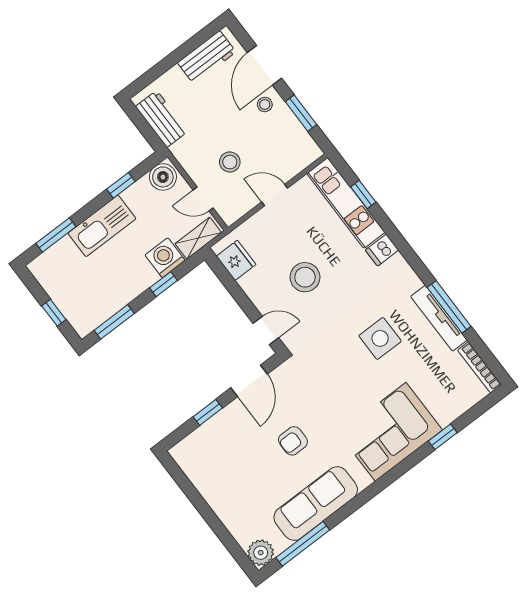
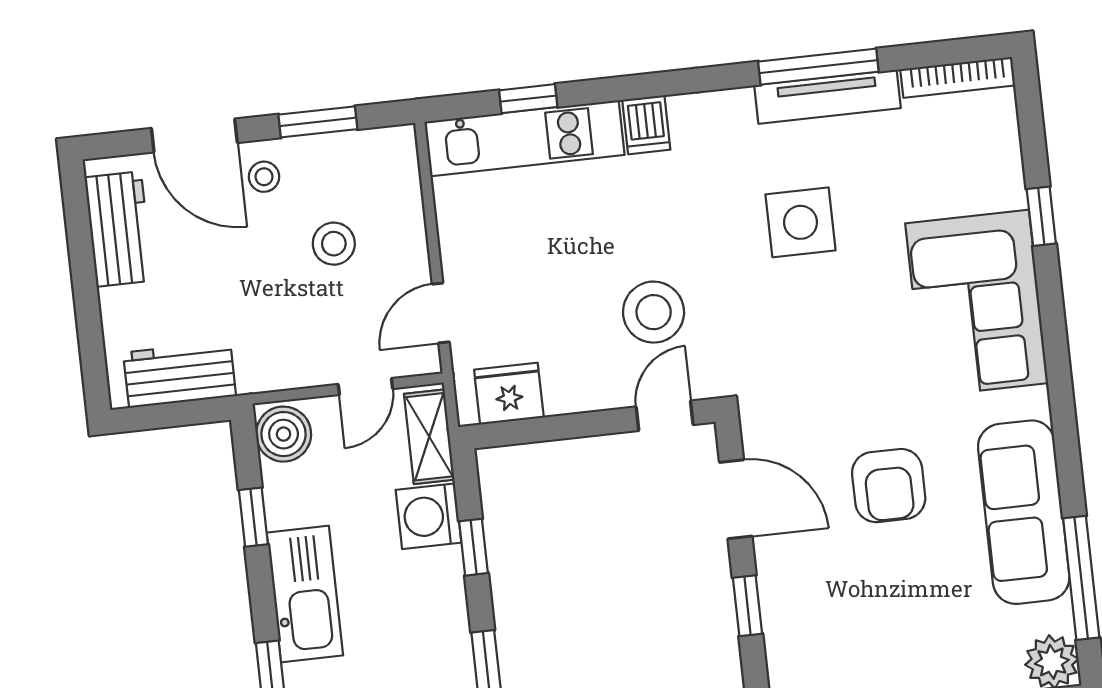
stool: (230, 162) -> (334, 244), moved
door: (275, 195) -> (441, 313), moved
stool: (305, 277) -> (654, 312), moved
armchair: (293, 441) -> (889, 486), width x1.38, depth x1.38

